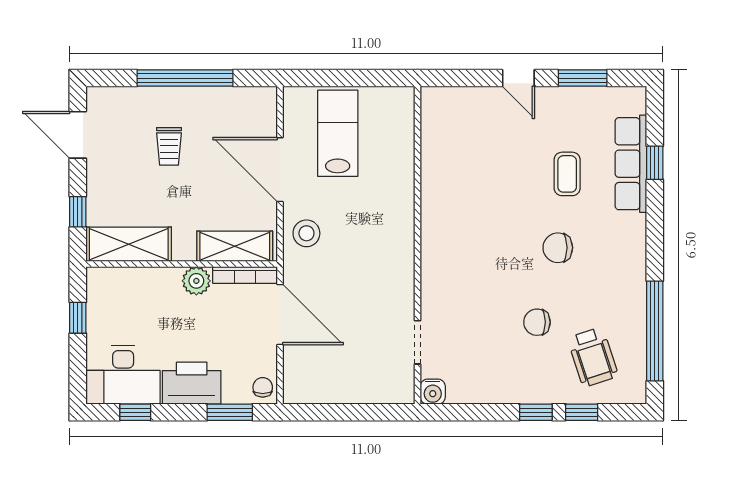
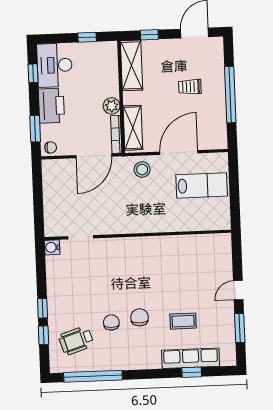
chair: (537, 322) -> (111, 322), moved

